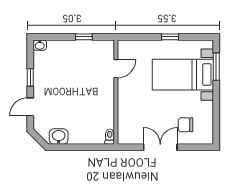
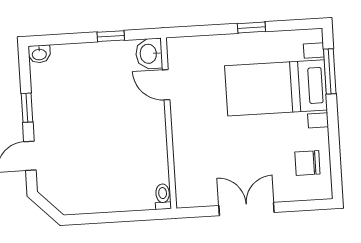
door: (116, 69) -> (166, 85), swing flipped
chair: (186, 125) -> (307, 163), moved
washbasin: (59, 137) -> (149, 54), moved, turned -90

